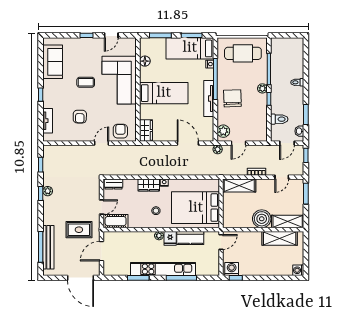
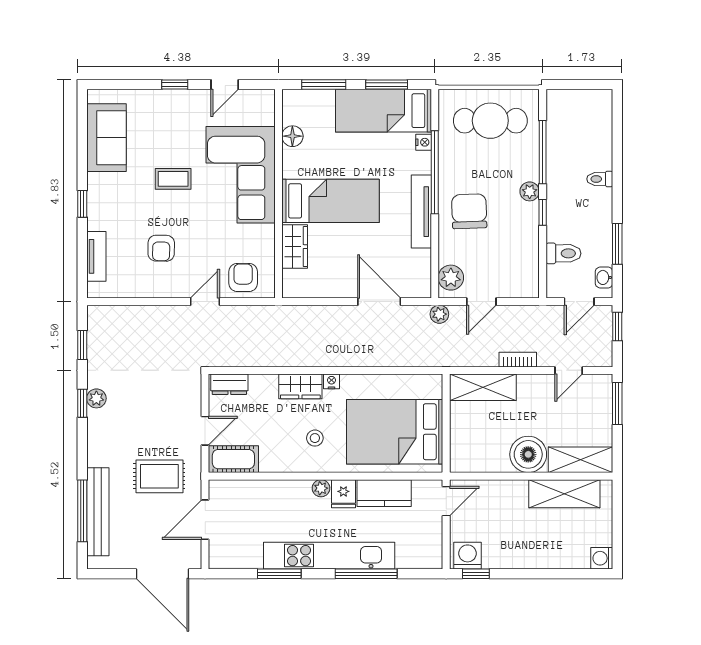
wardrobe: (146, 130) -> (295, 247), moved

